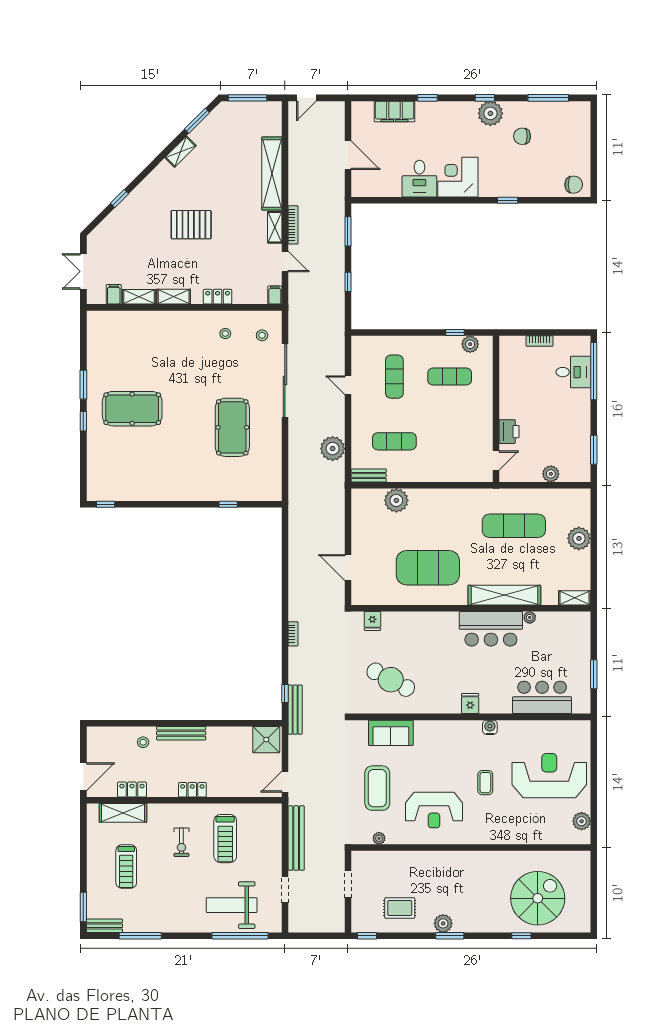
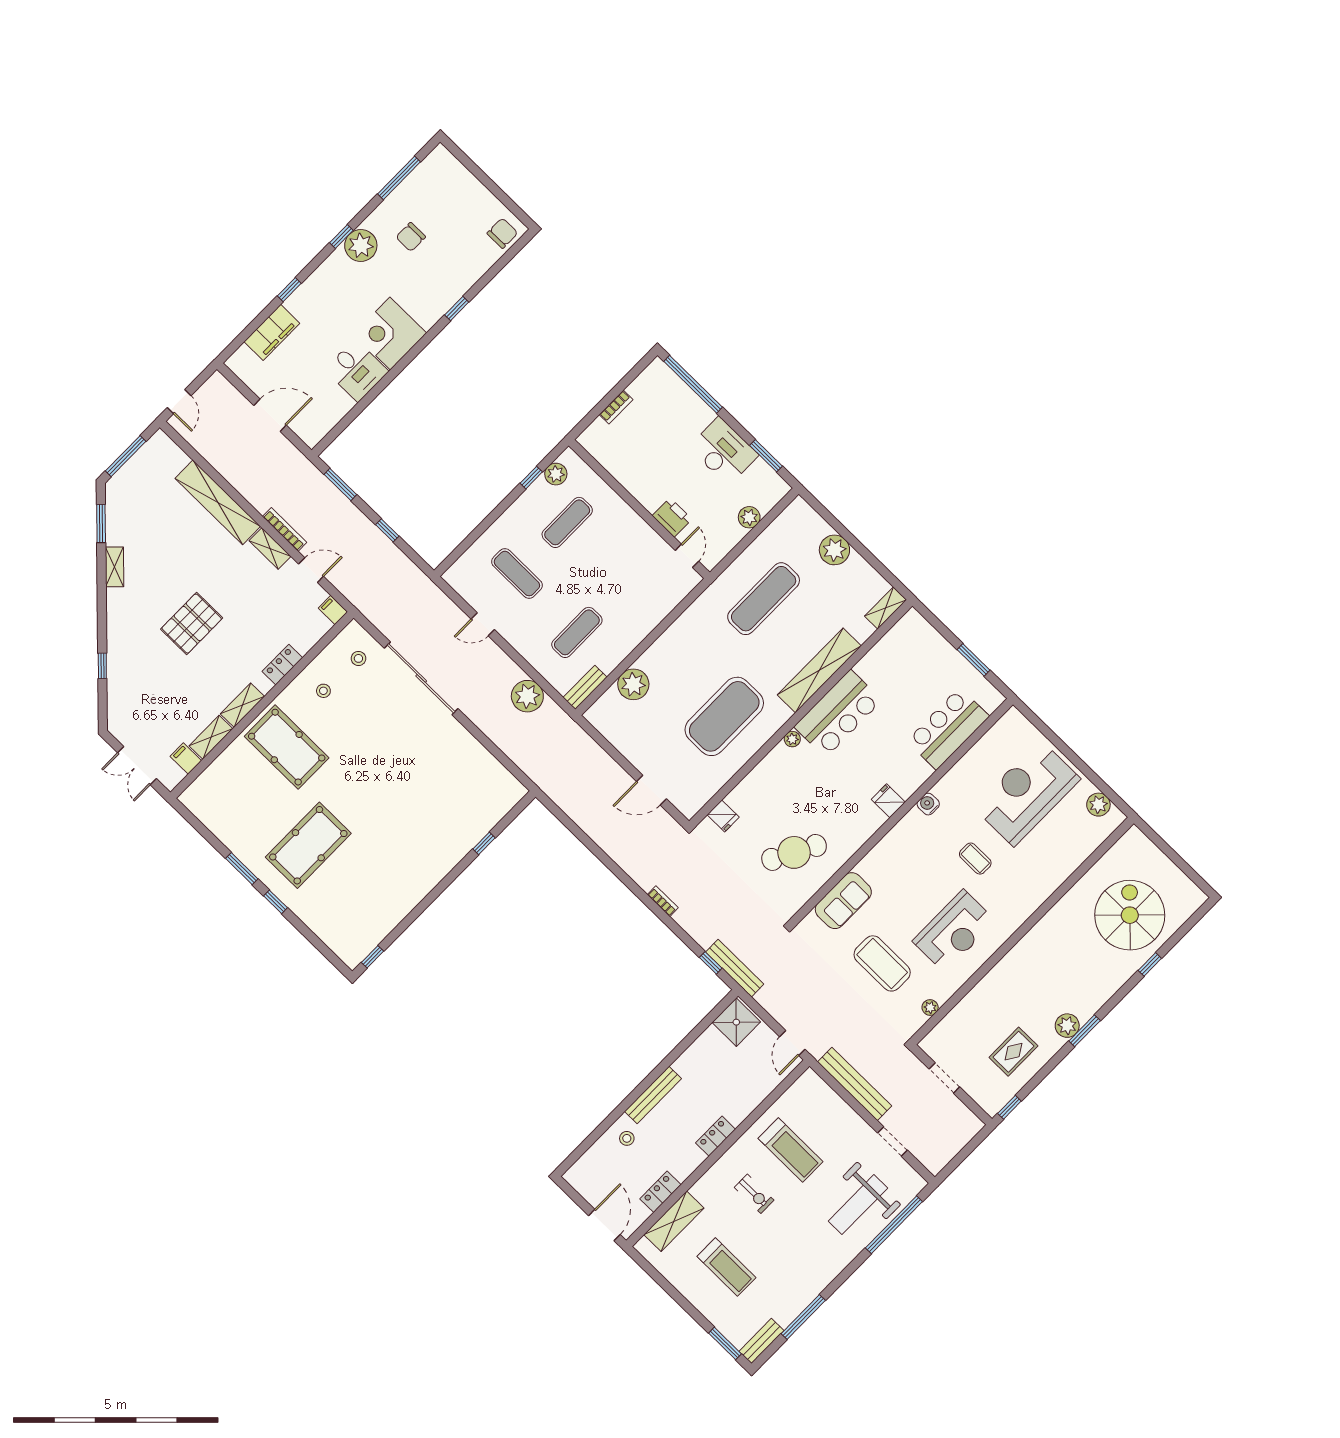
desk: (573, 372) -> (724, 451), moved, width x1.37
pool table: (232, 427) -> (287, 747), moved
plant: (530, 617) -> (792, 739), moved

